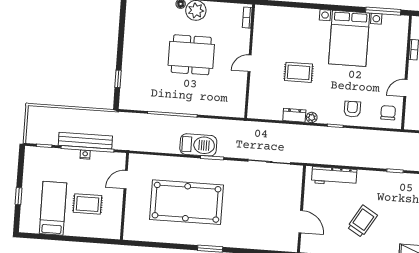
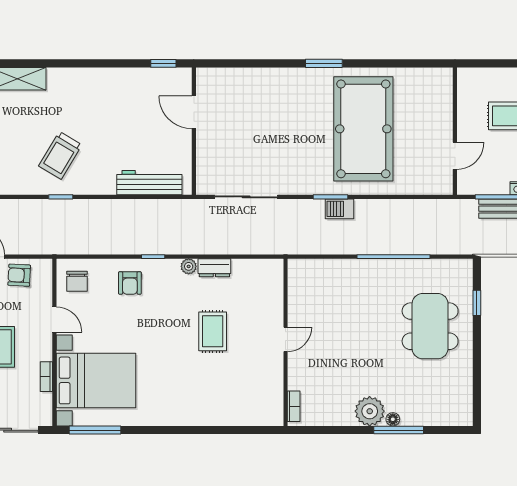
bed with nightstands: (349, 38) -> (96, 380), moved, turned 90
dining table: (191, 55) -> (430, 326), moved, turned 90
rug: (299, 72) -> (213, 331), turned 90
door: (405, 88) -> (54, 319), hinge flipped
barbecue: (198, 145) -> (340, 209), width x0.53, depth x0.65
pool table: (187, 202) -> (363, 129), turned 90
trolley: (362, 221) -> (60, 155), moved

